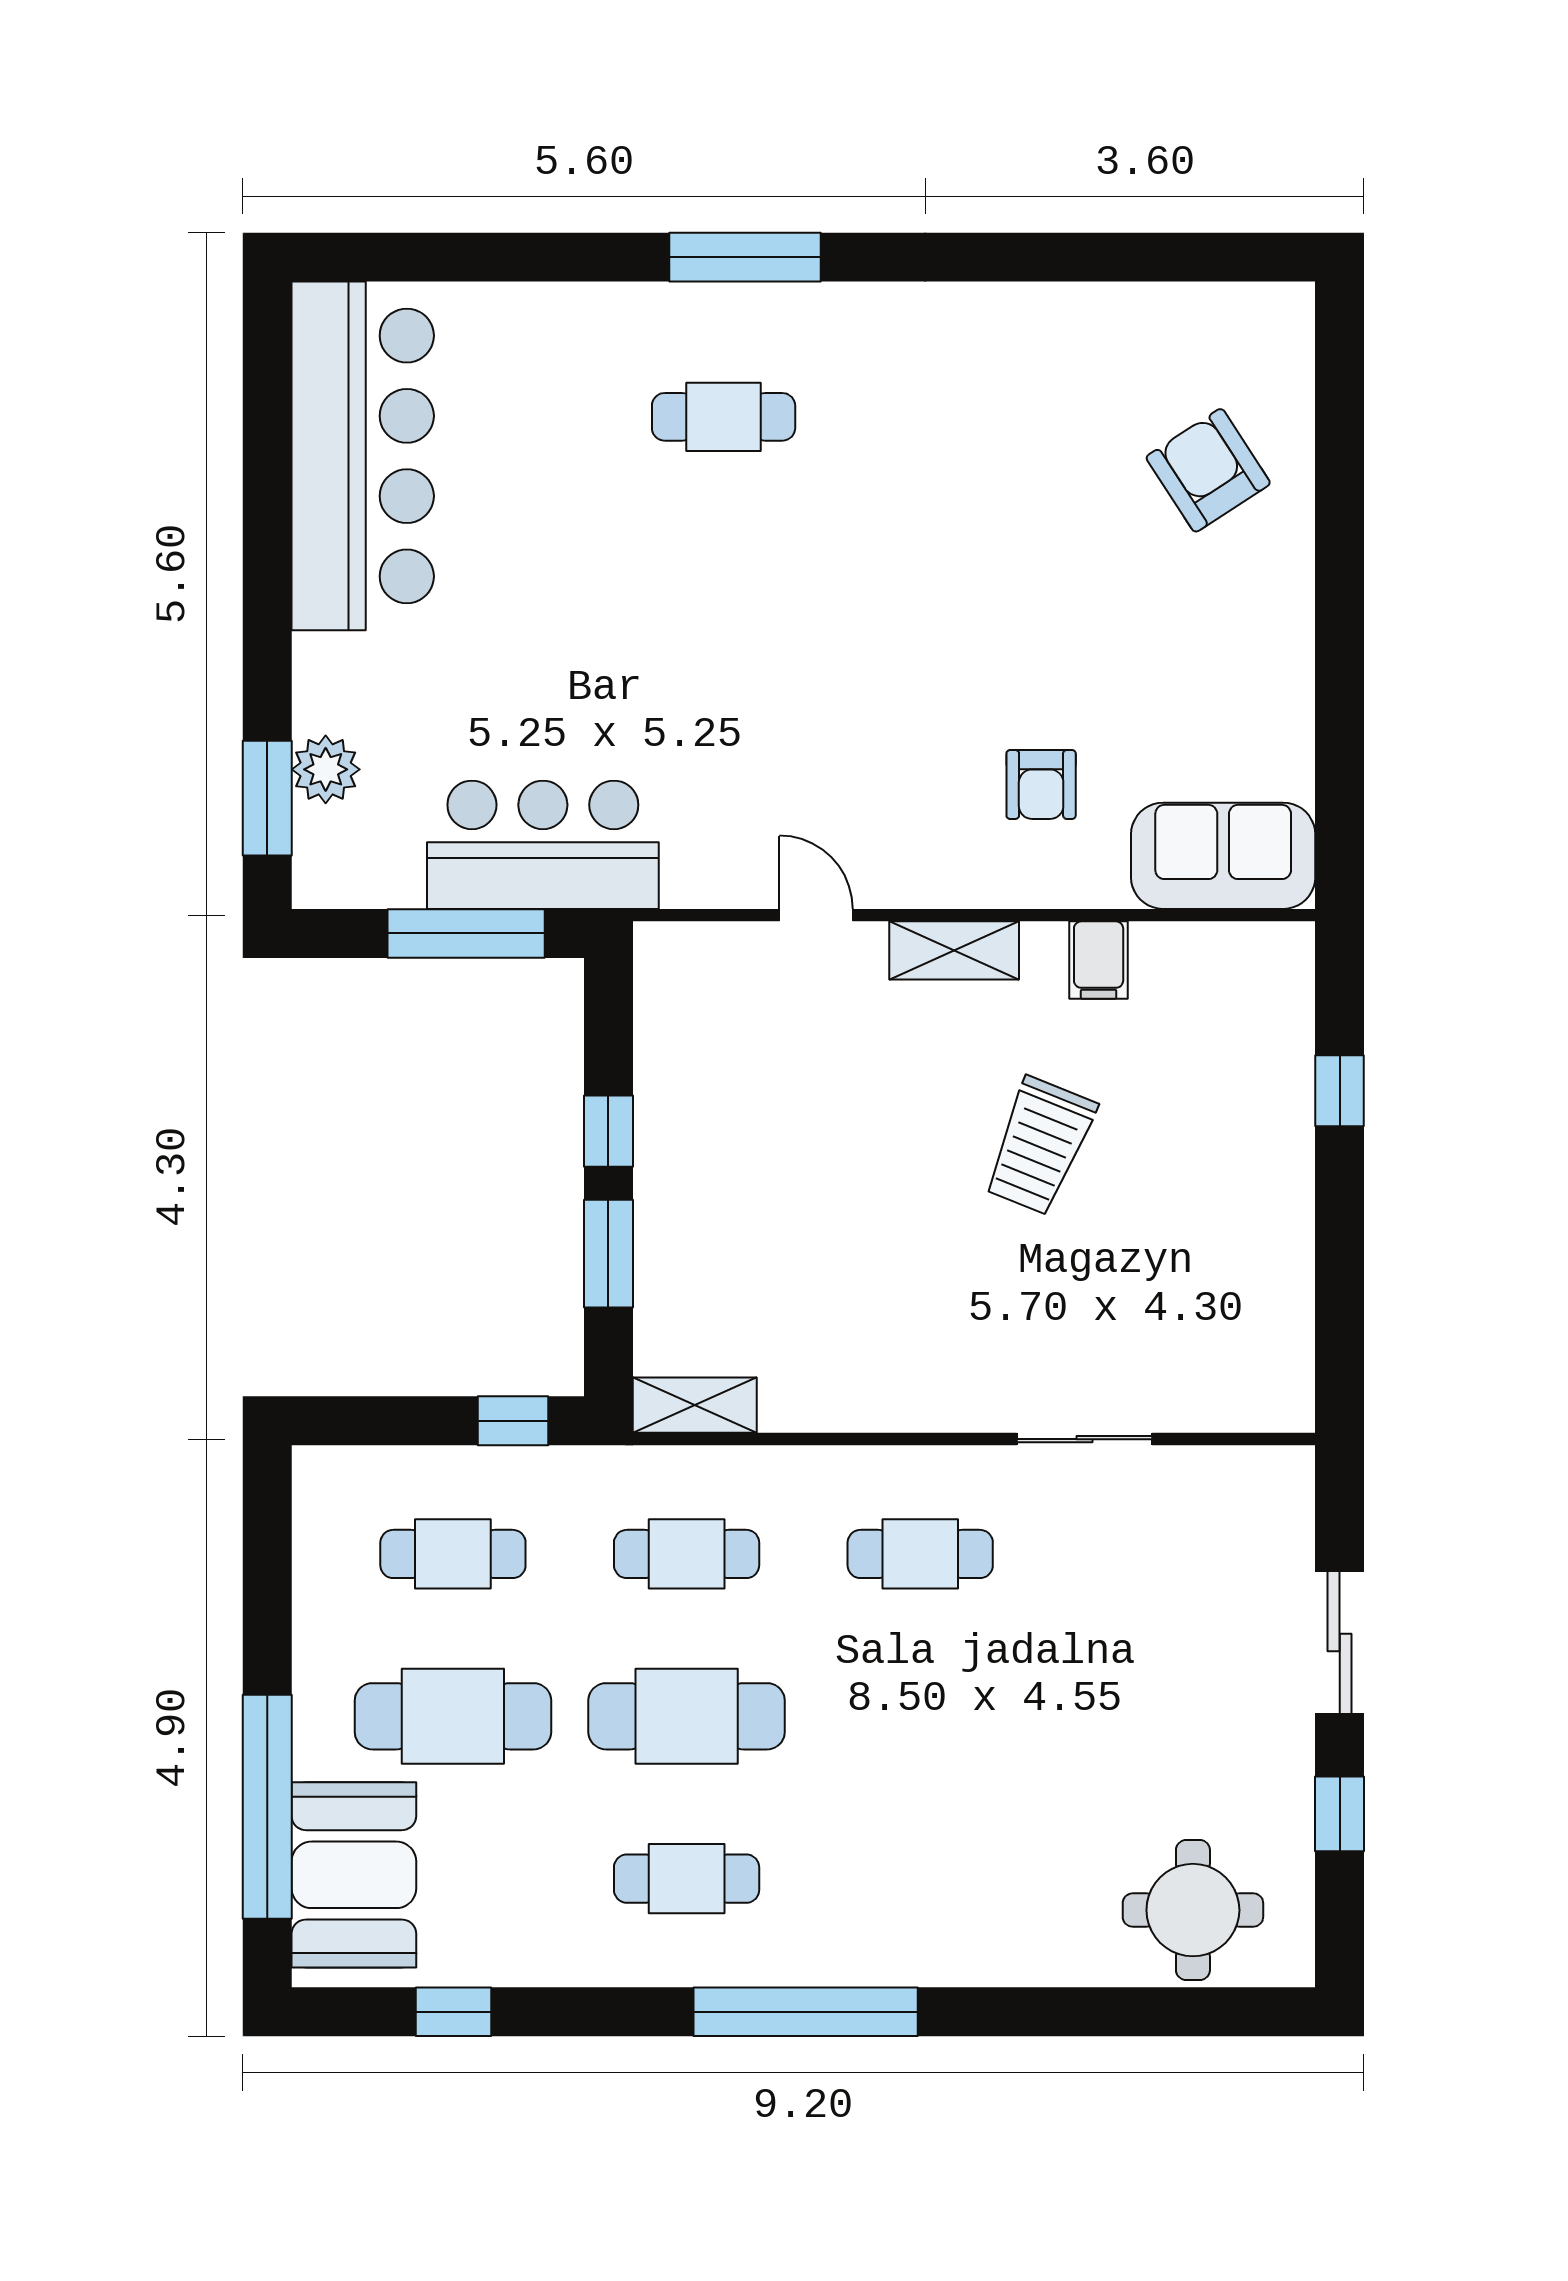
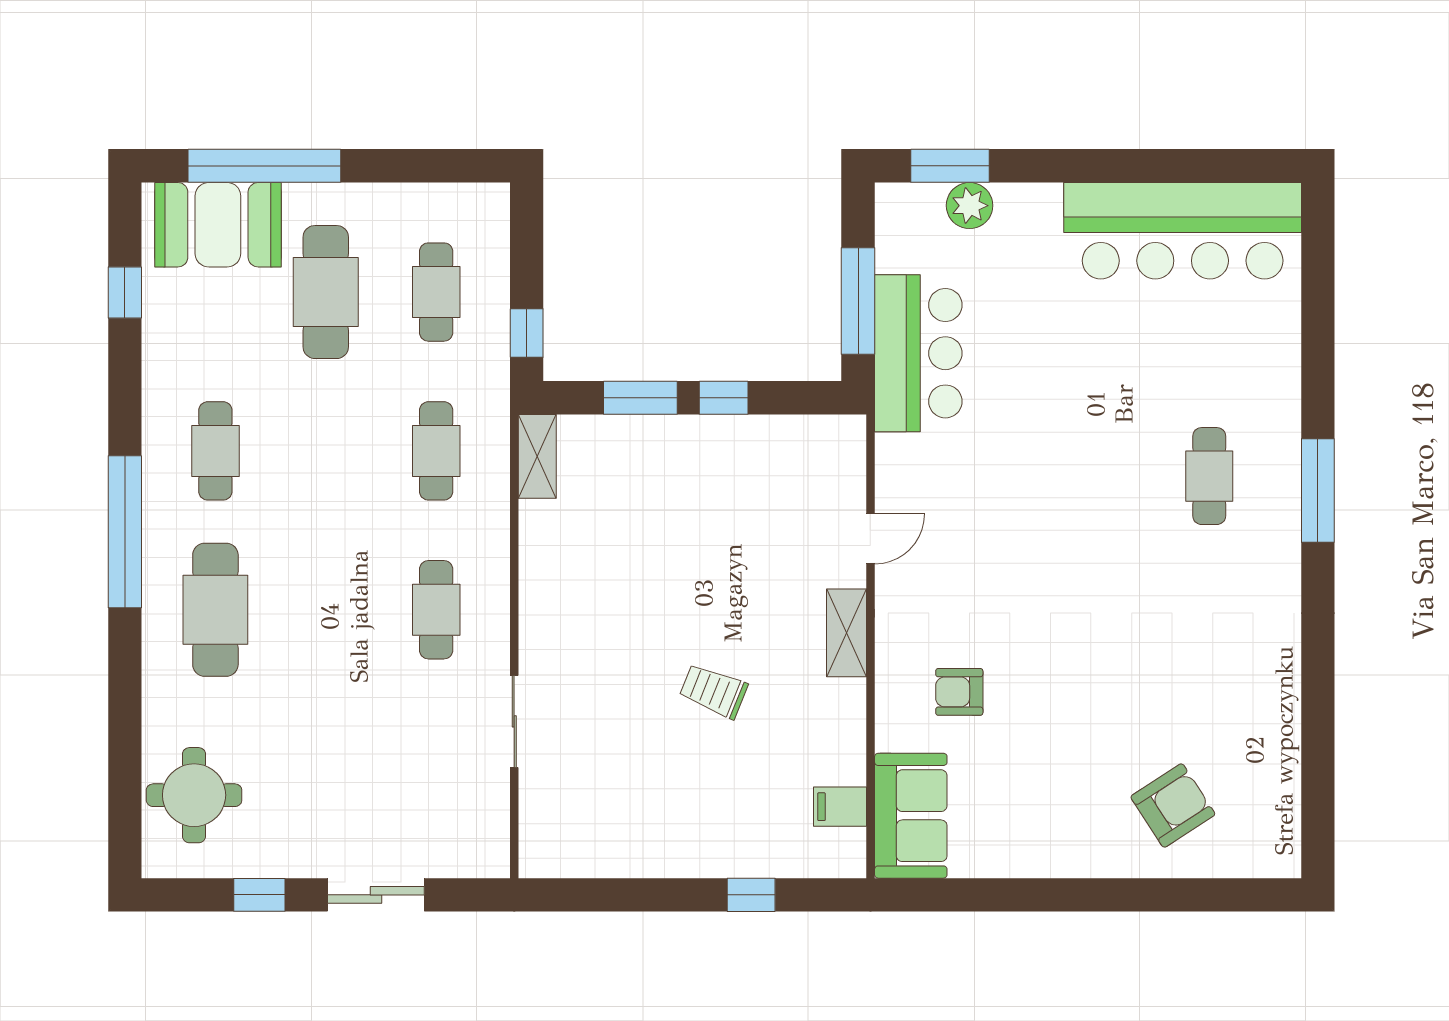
filing cabinet: (1099, 960) -> (840, 807), moved
trolley: (1040, 1146) -> (714, 691), width x0.73, depth x0.72
cafe table: (687, 1716) -> (215, 610), moved

